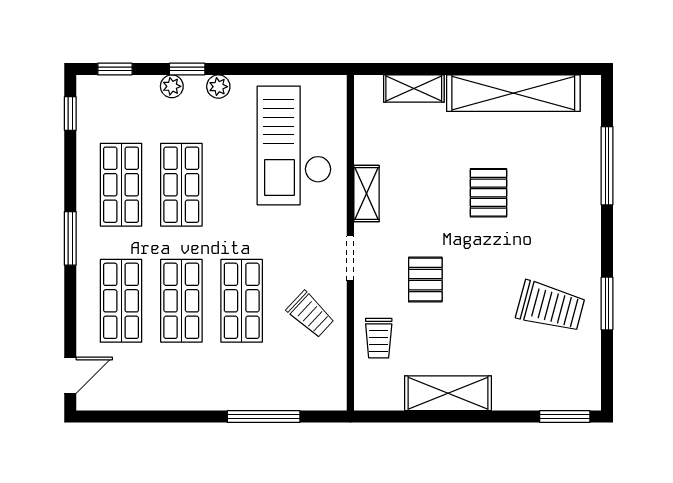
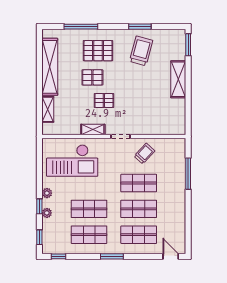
pallet: (551, 206) -> (98, 51), added
pallet: (425, 280) -> (104, 101), moved
trolley: (379, 338) -> (155, 124), removed
shelving: (448, 393) -> (178, 79), moved

